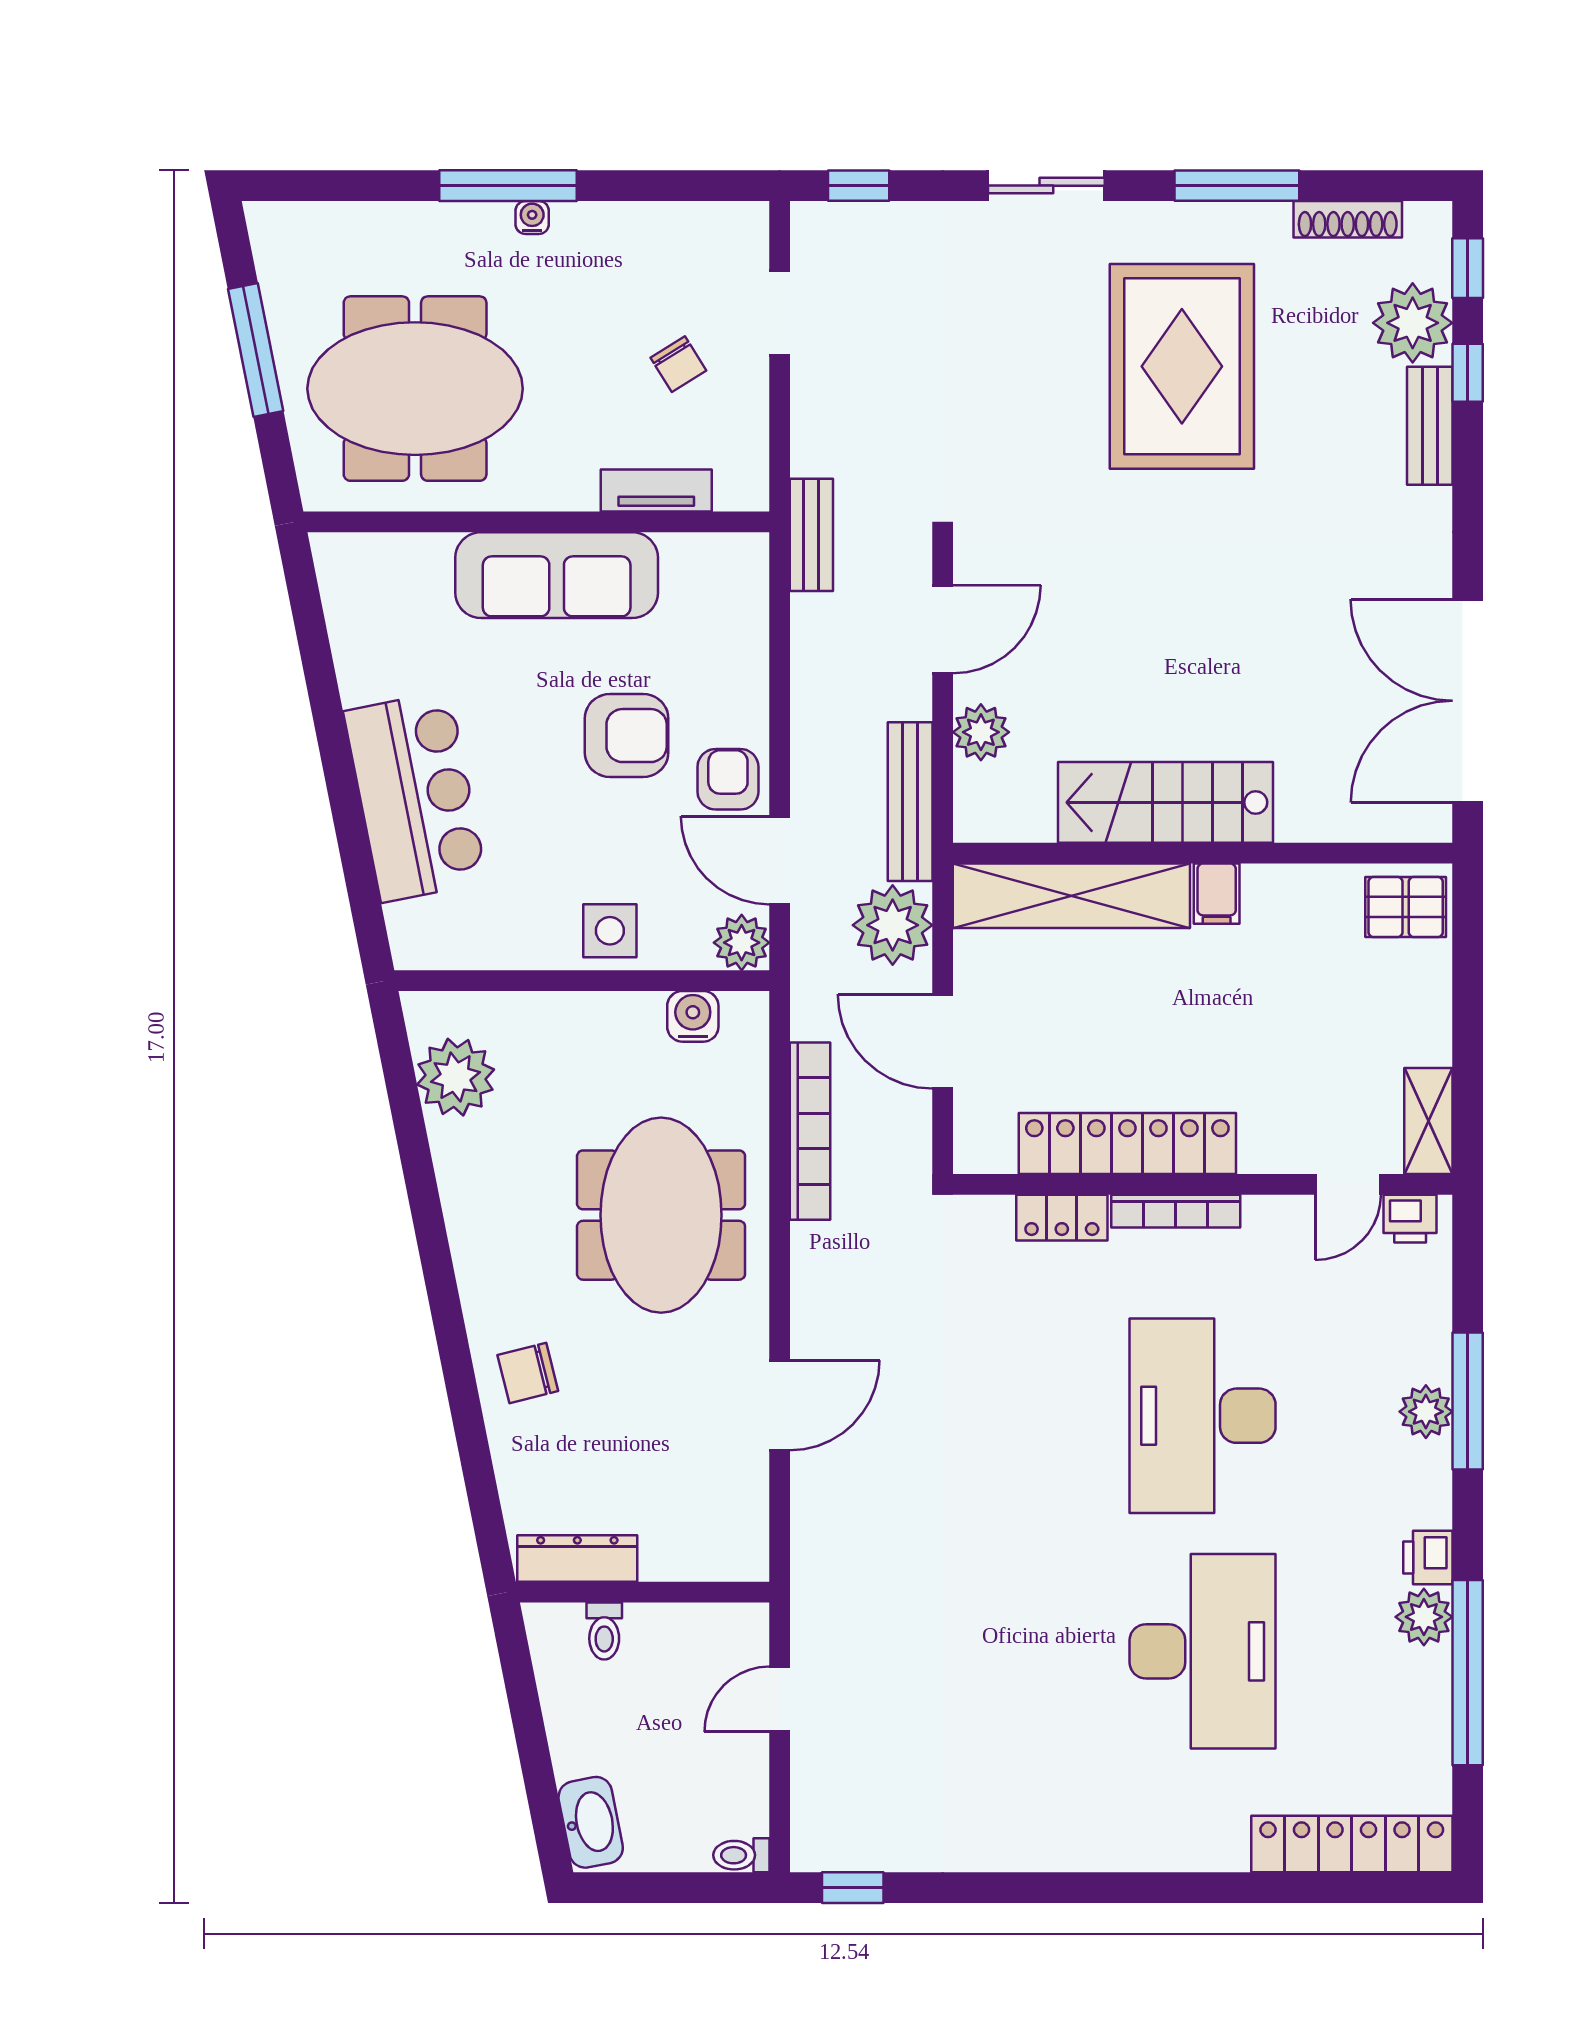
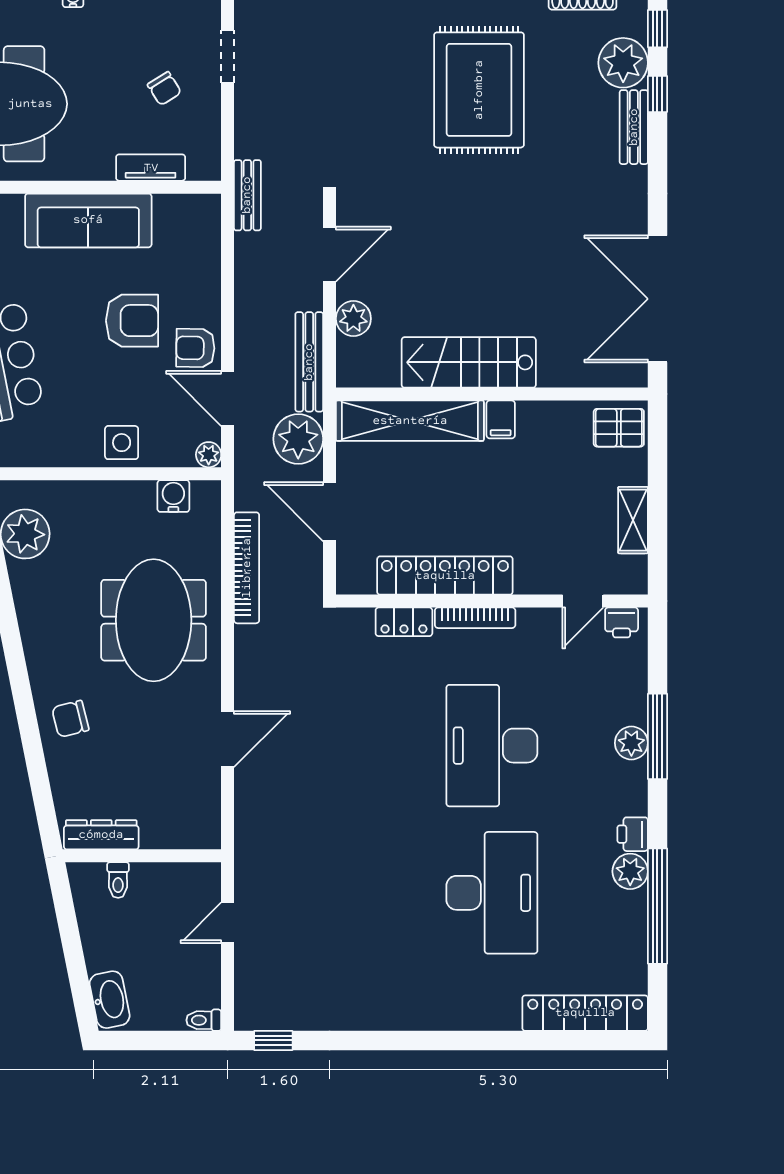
armchair: (728, 779) -> (195, 348), turned -89
plant: (742, 943) -> (209, 455), width x0.73, depth x0.73
shelving: (1428, 1121) -> (633, 520), moved

